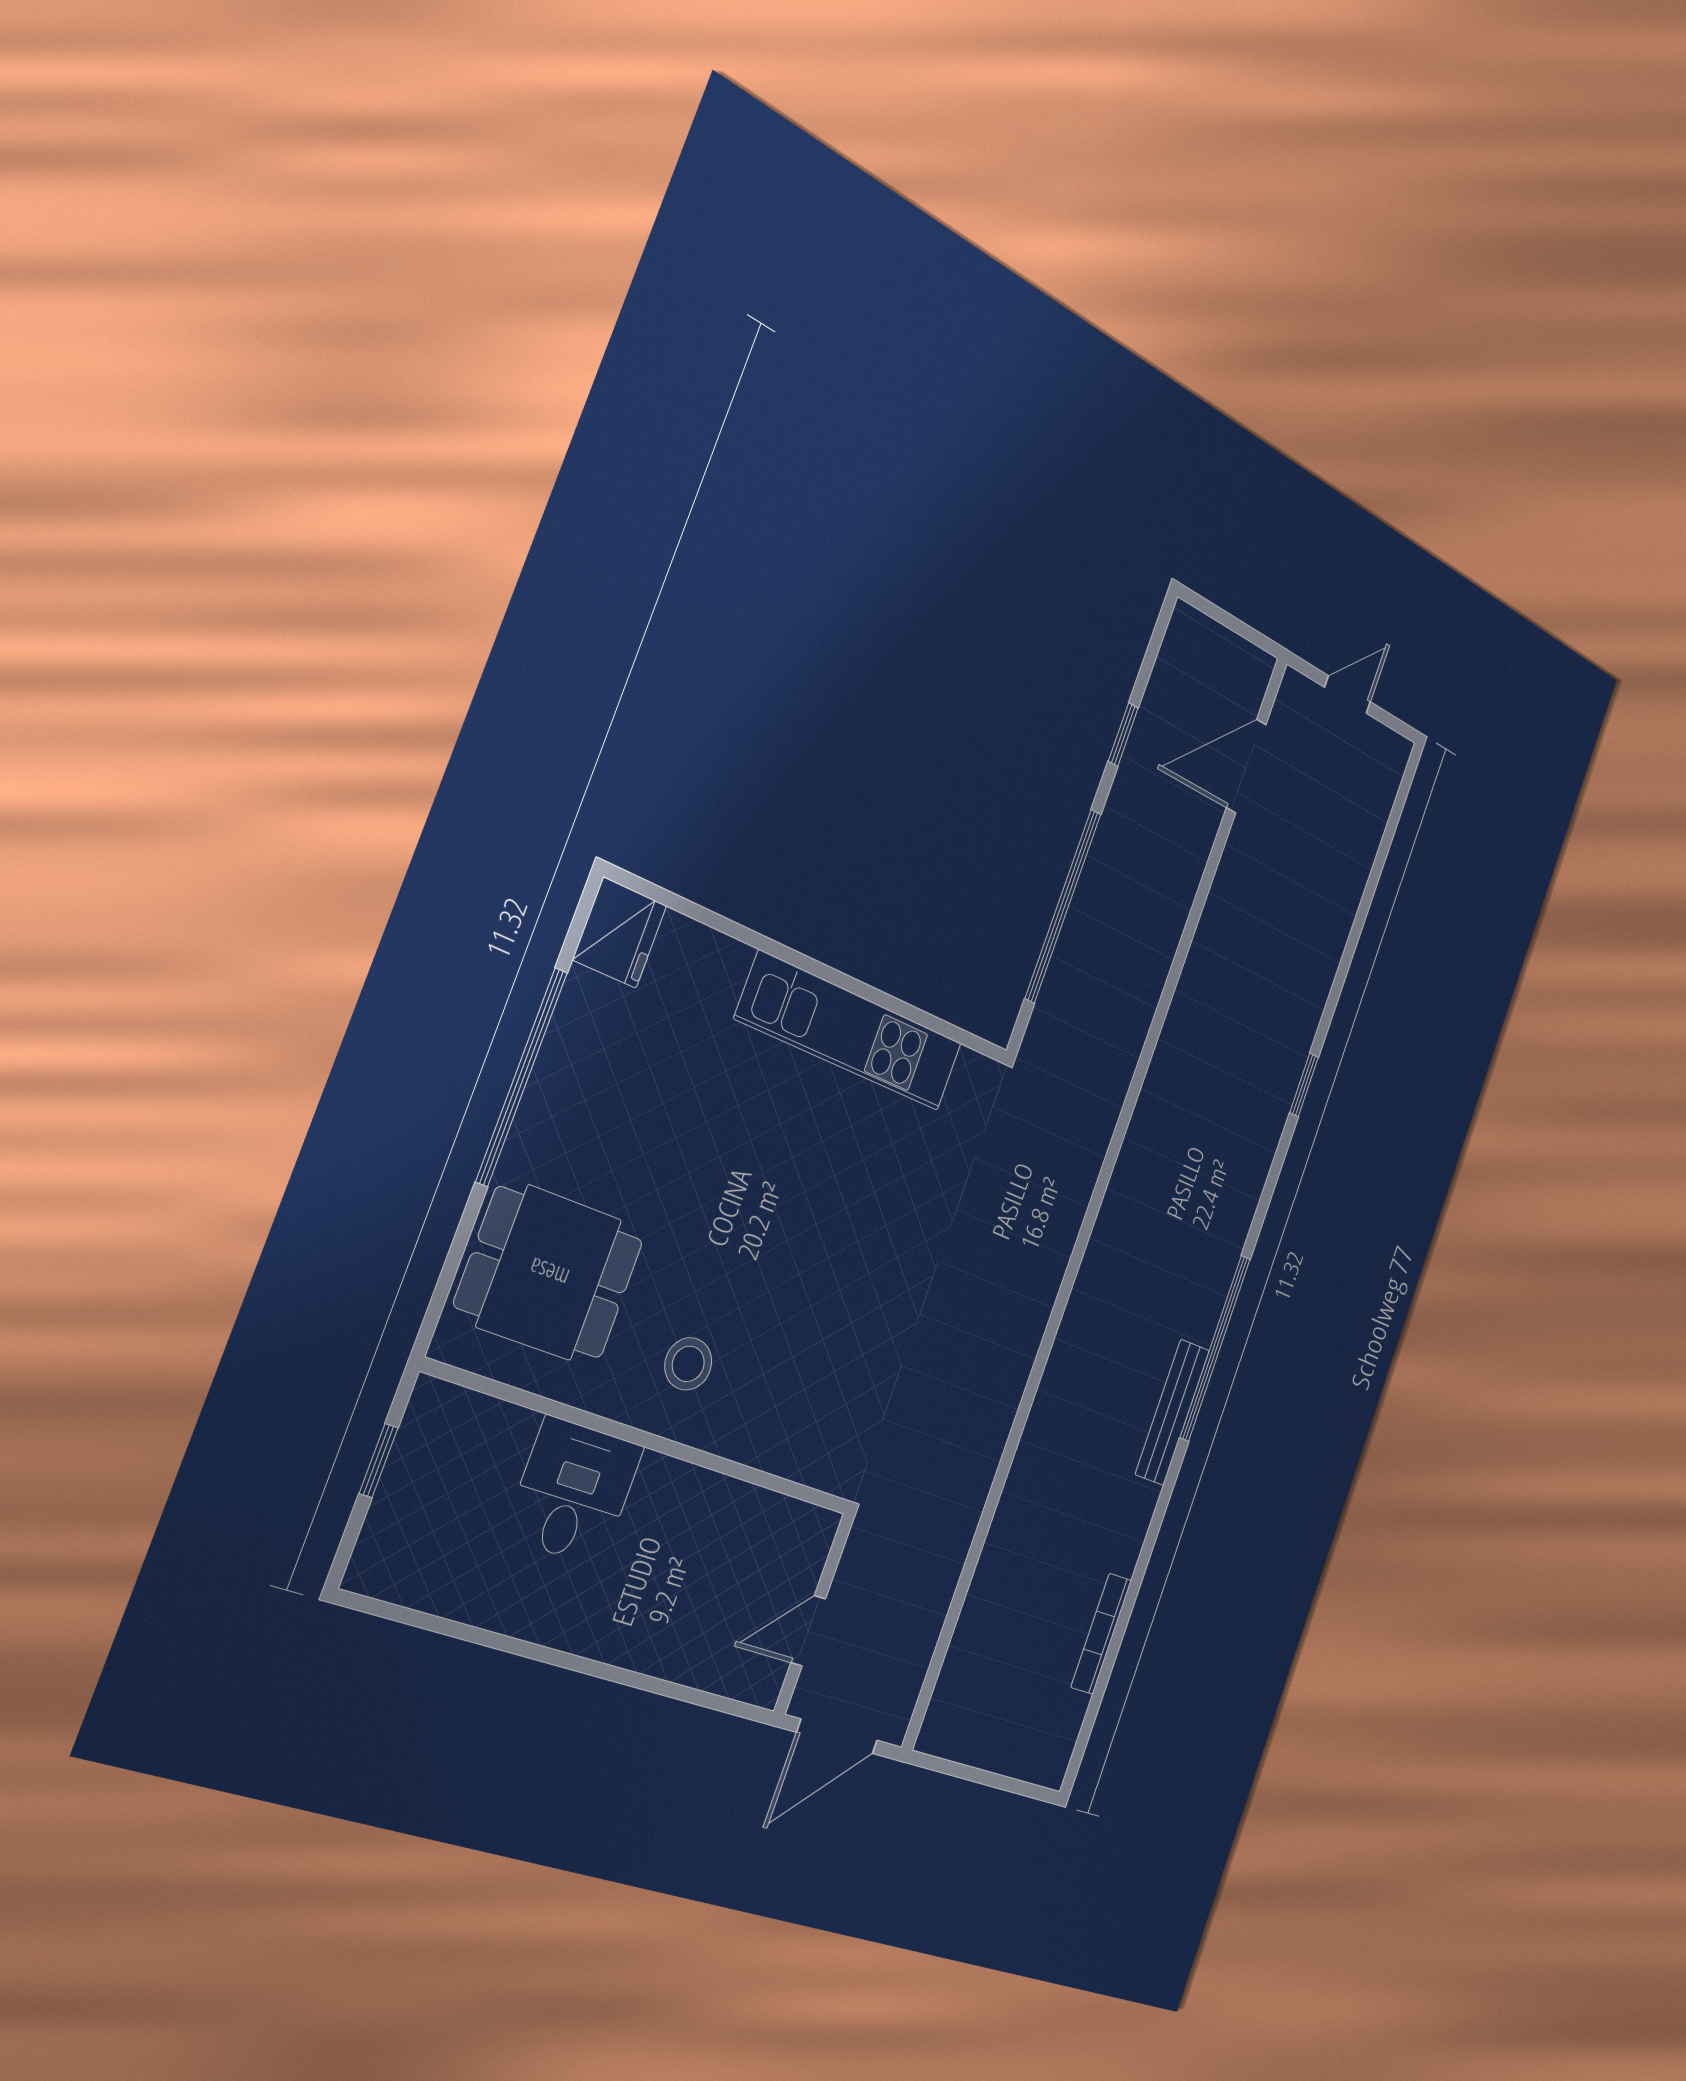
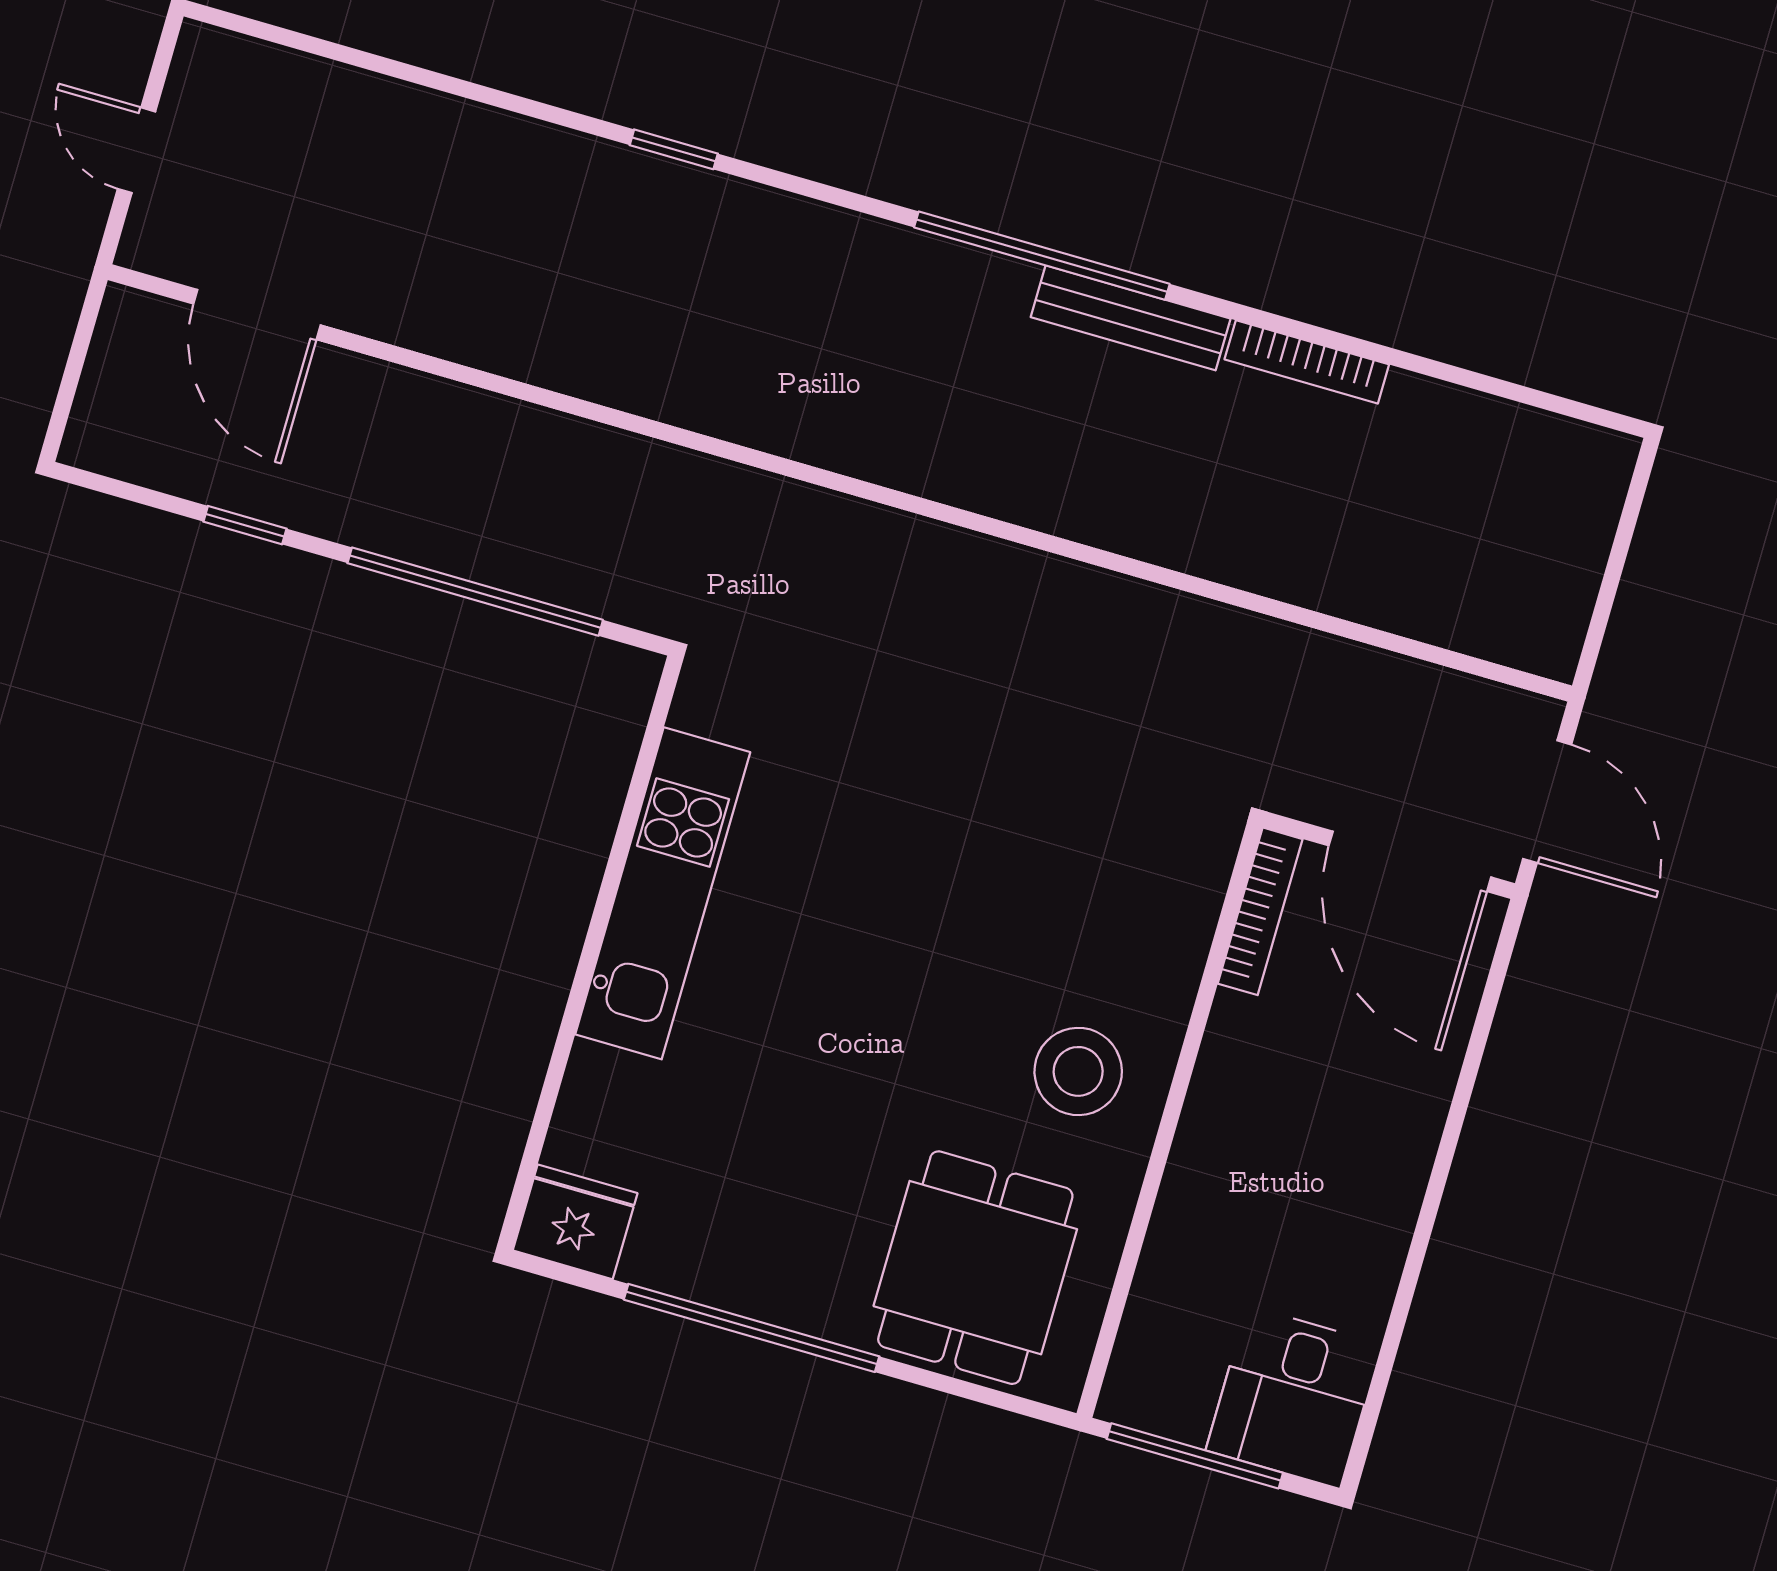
stool: (688, 1364) -> (1078, 1071), width x1.38, depth x1.38
window: (378, 1461) -> (1195, 1456), width x2.17
desk: (574, 1491) -> (1294, 1397), moved, turned -90
bookcase: (786, 1512) -> (1260, 911), added
door: (808, 1631) -> (1410, 861), width x1.88
bookcase: (1101, 1634) -> (1307, 362), moved

